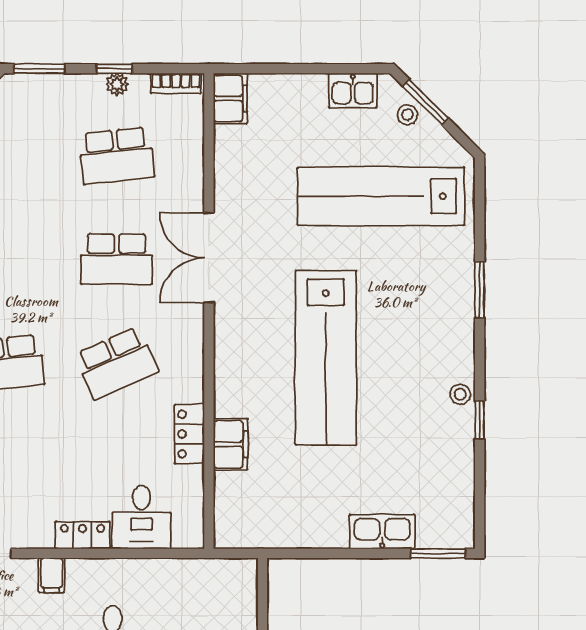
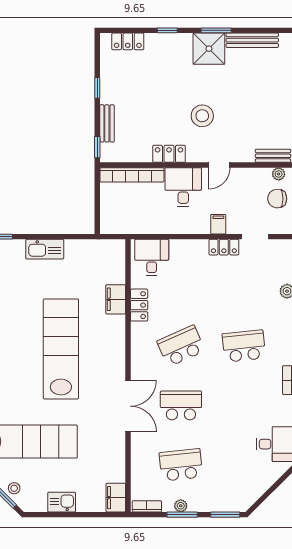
window: (114, 69) -> (182, 515), width x1.50
kitchen sink: (353, 91) -> (62, 502), moved
desk: (141, 517) -> (152, 257), moved
kitchen sink: (382, 532) -> (45, 249), moved
locker: (82, 535) -> (224, 247), moved

